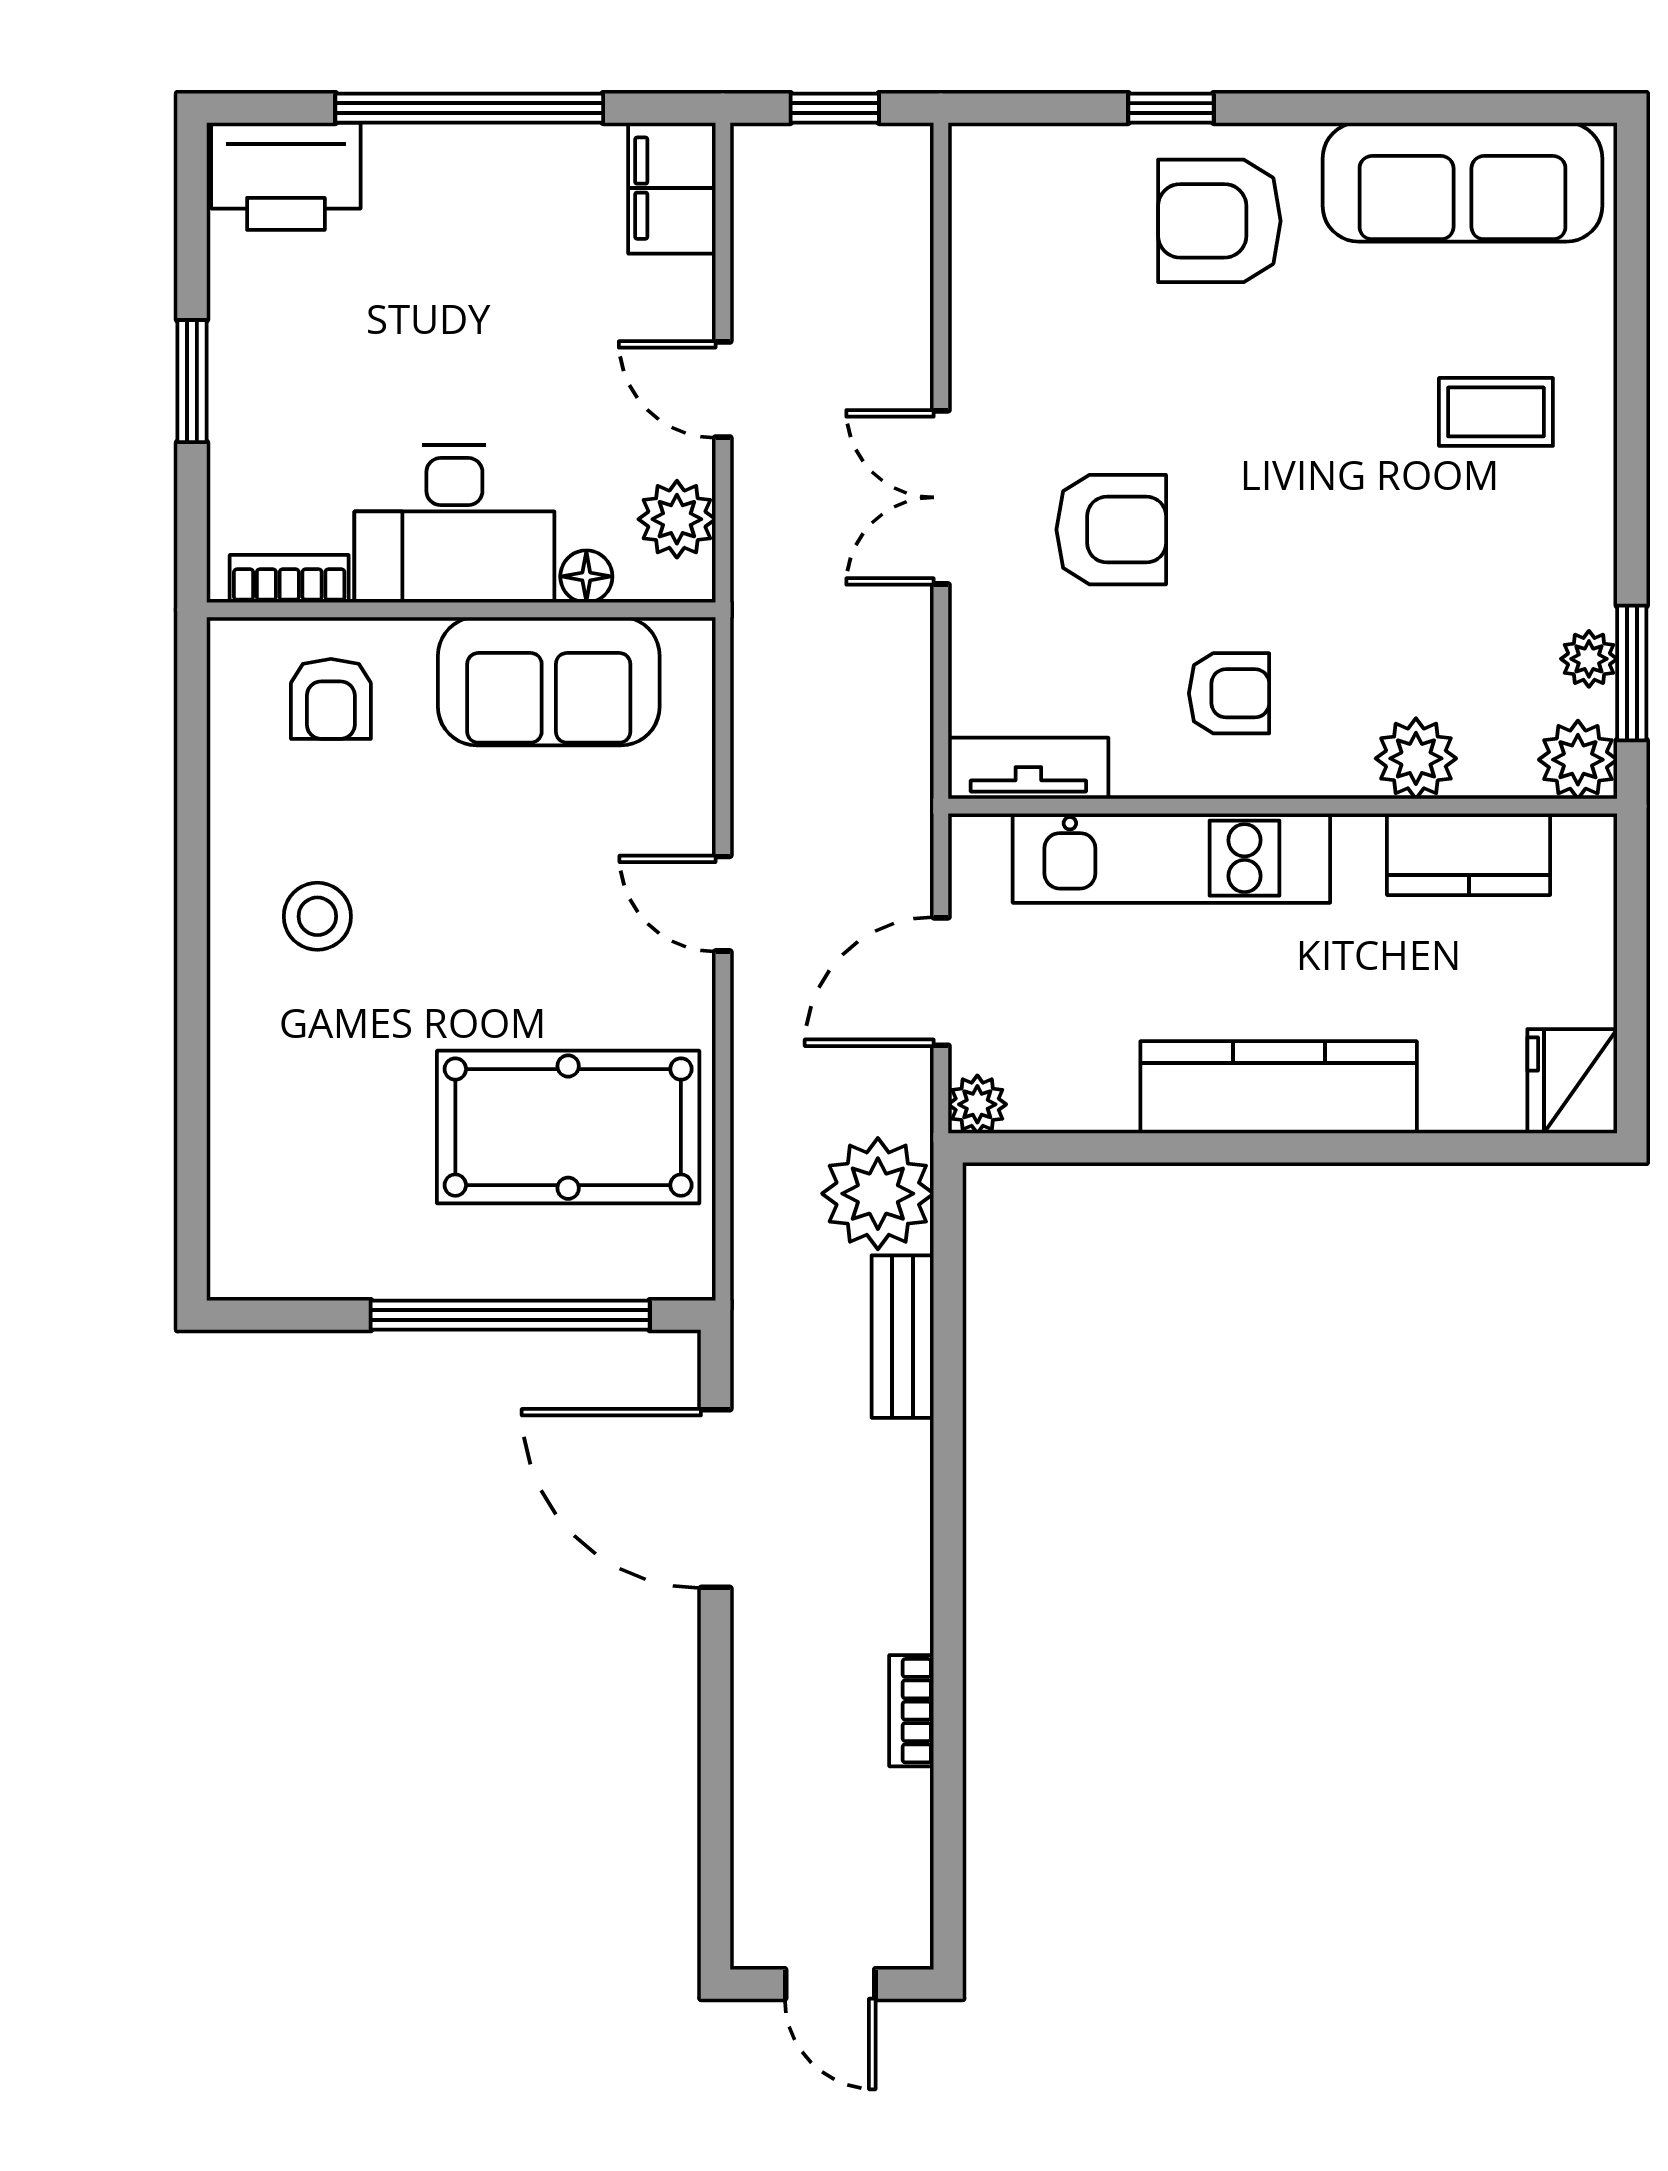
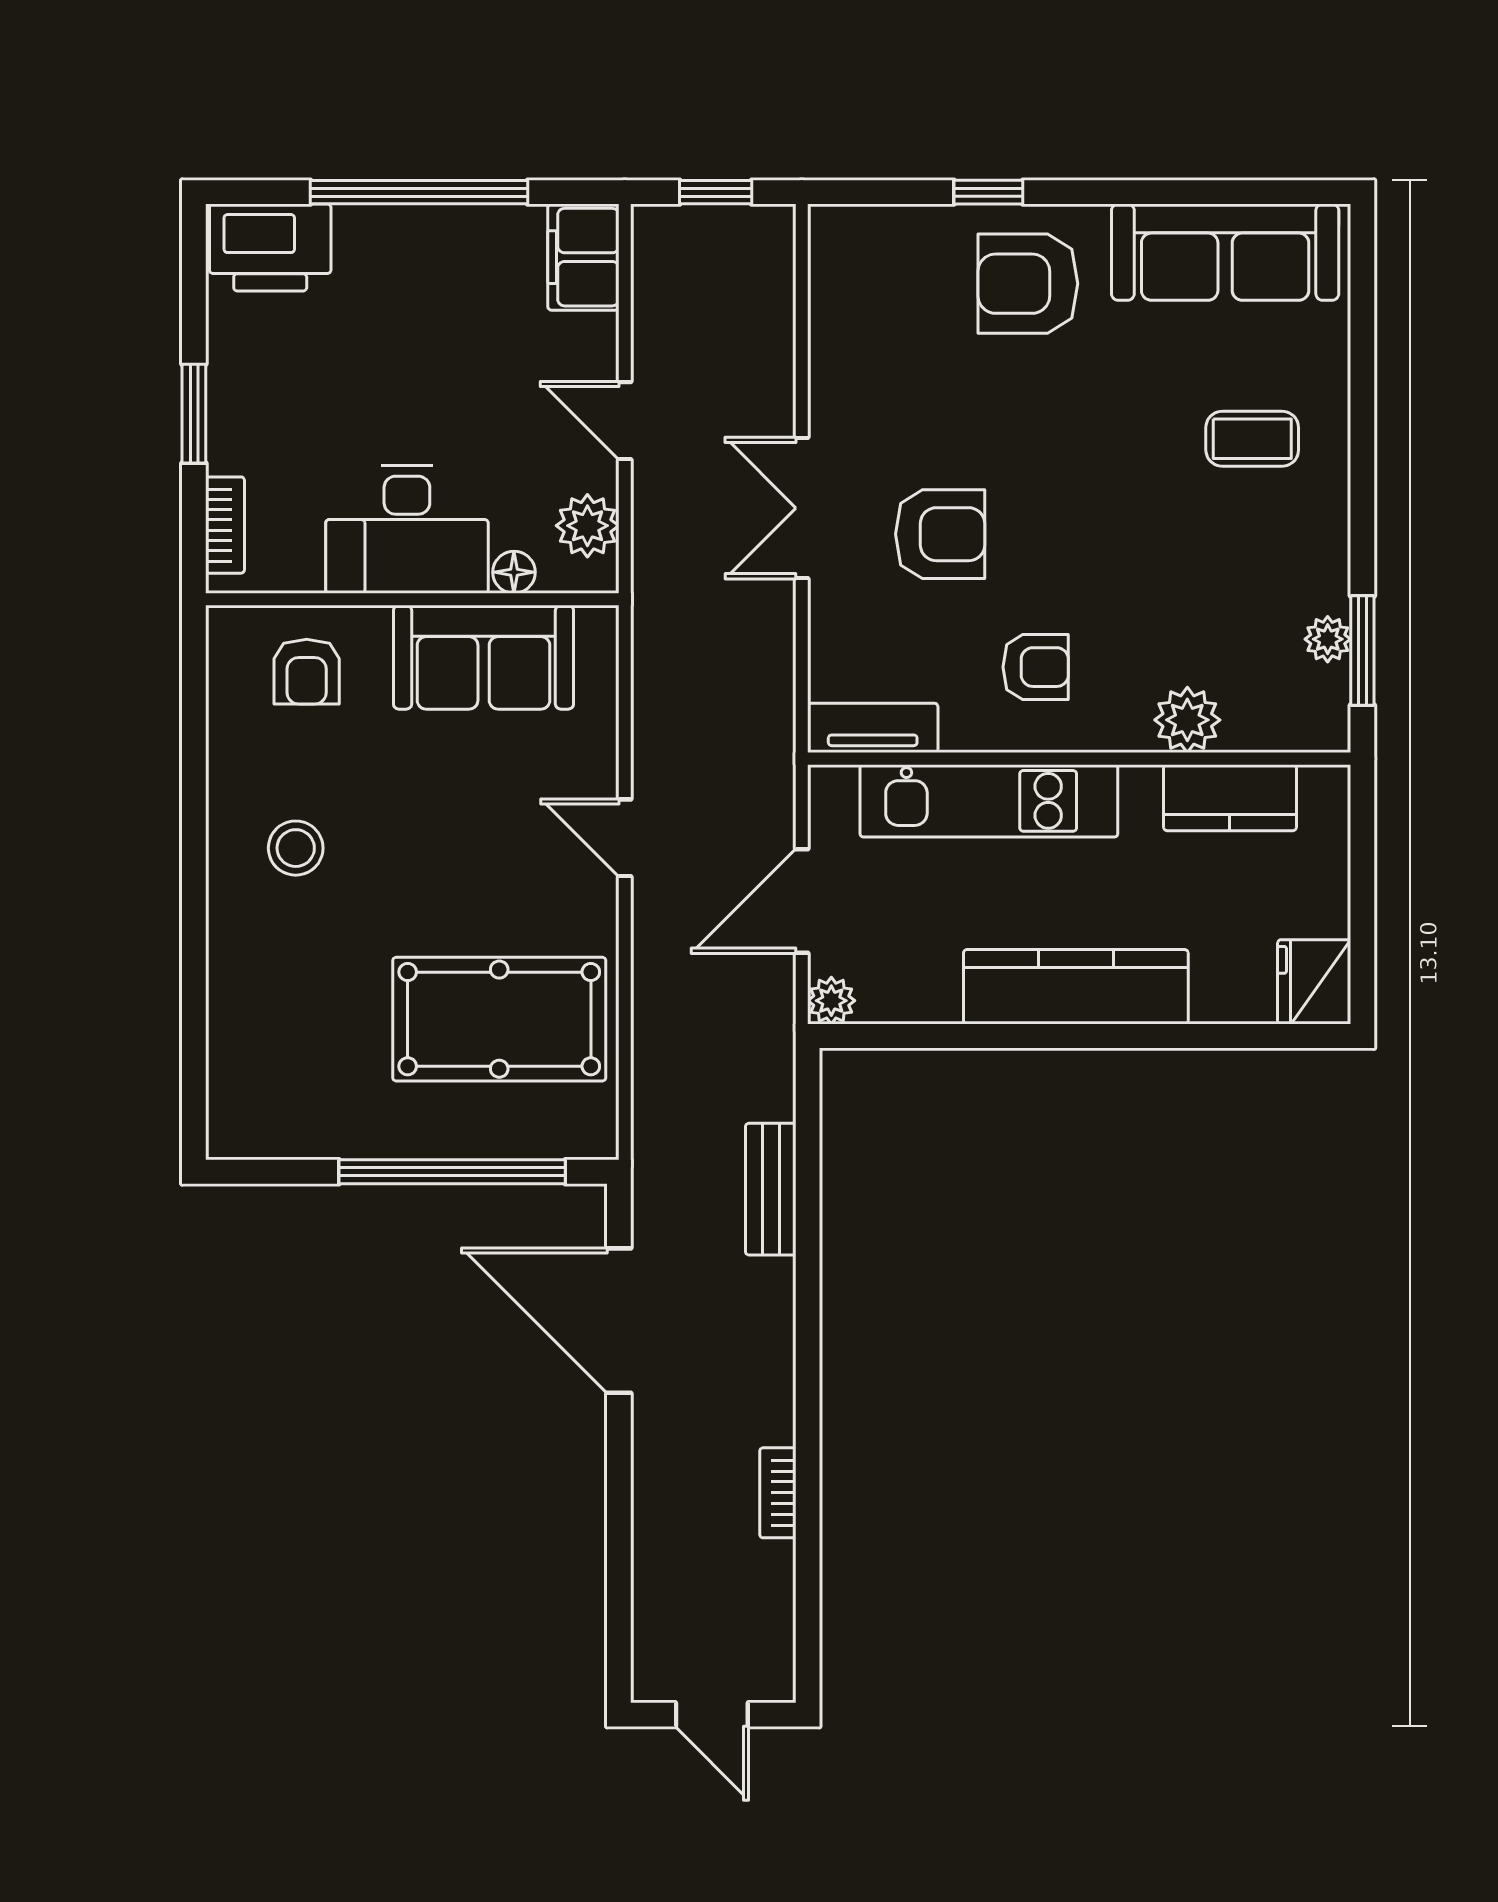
bookcase: (289, 579) -> (225, 525), moved, turned 90
plant: (1578, 760) -> (1319, 721), removed
plant: (878, 1194) -> (751, 1073), removed

